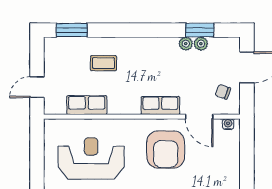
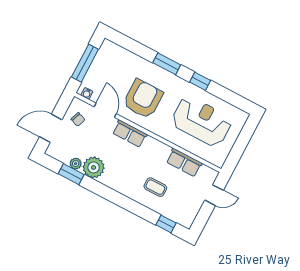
window: (72, 30) -> (166, 224), width x0.67
plant: (186, 44) -> (94, 167), width x1.87, depth x1.87
window: (247, 155) -> (85, 63), added
reception desk: (91, 158) -> (202, 121), turned 180

